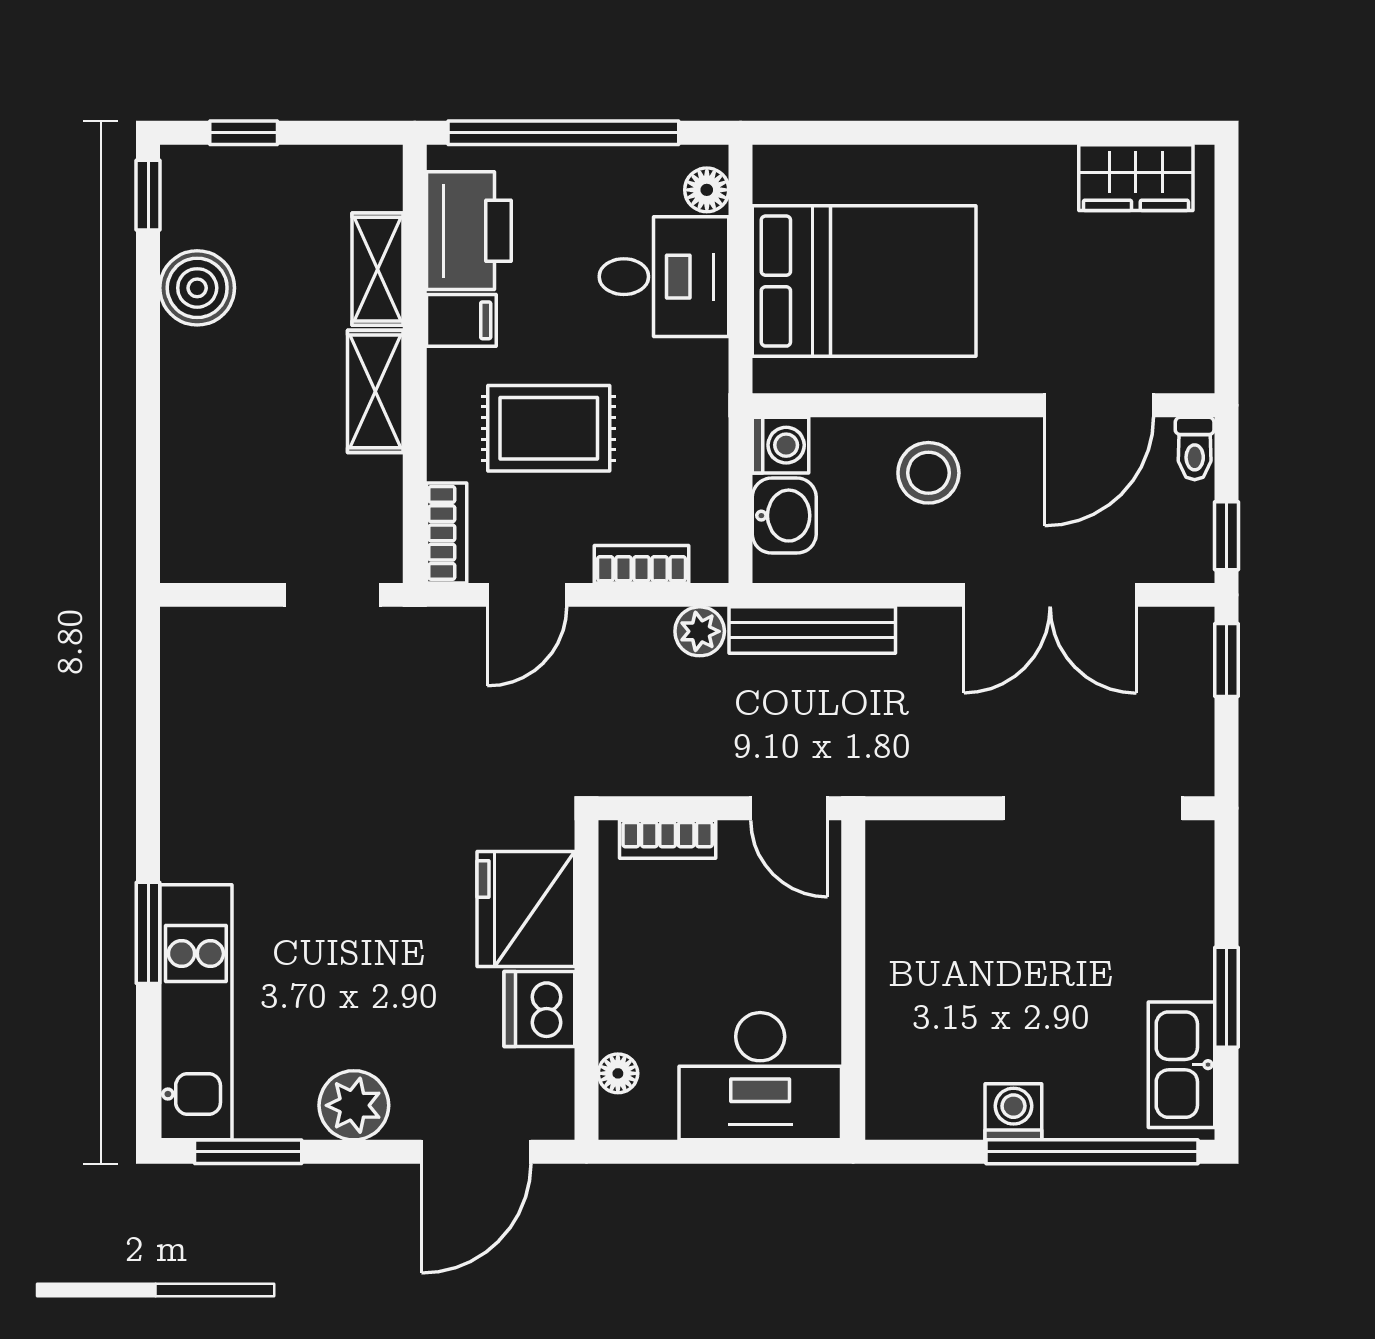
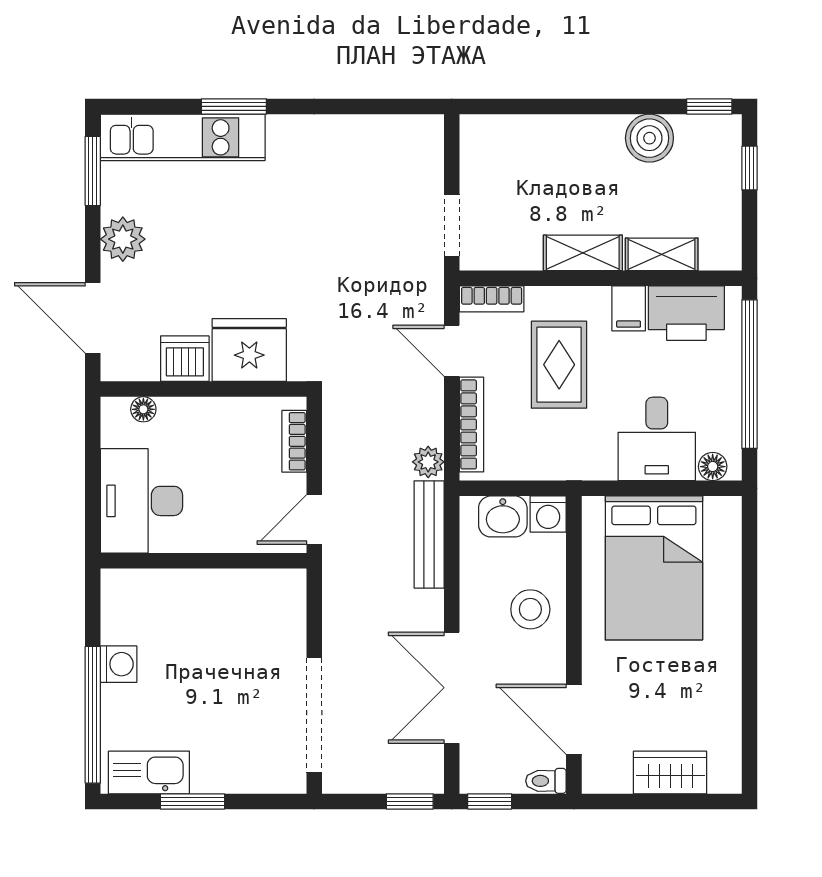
wardrobe: (1136, 178) -> (670, 772), moved, turned 90
bookcase: (642, 564) -> (471, 424), width x1.56

